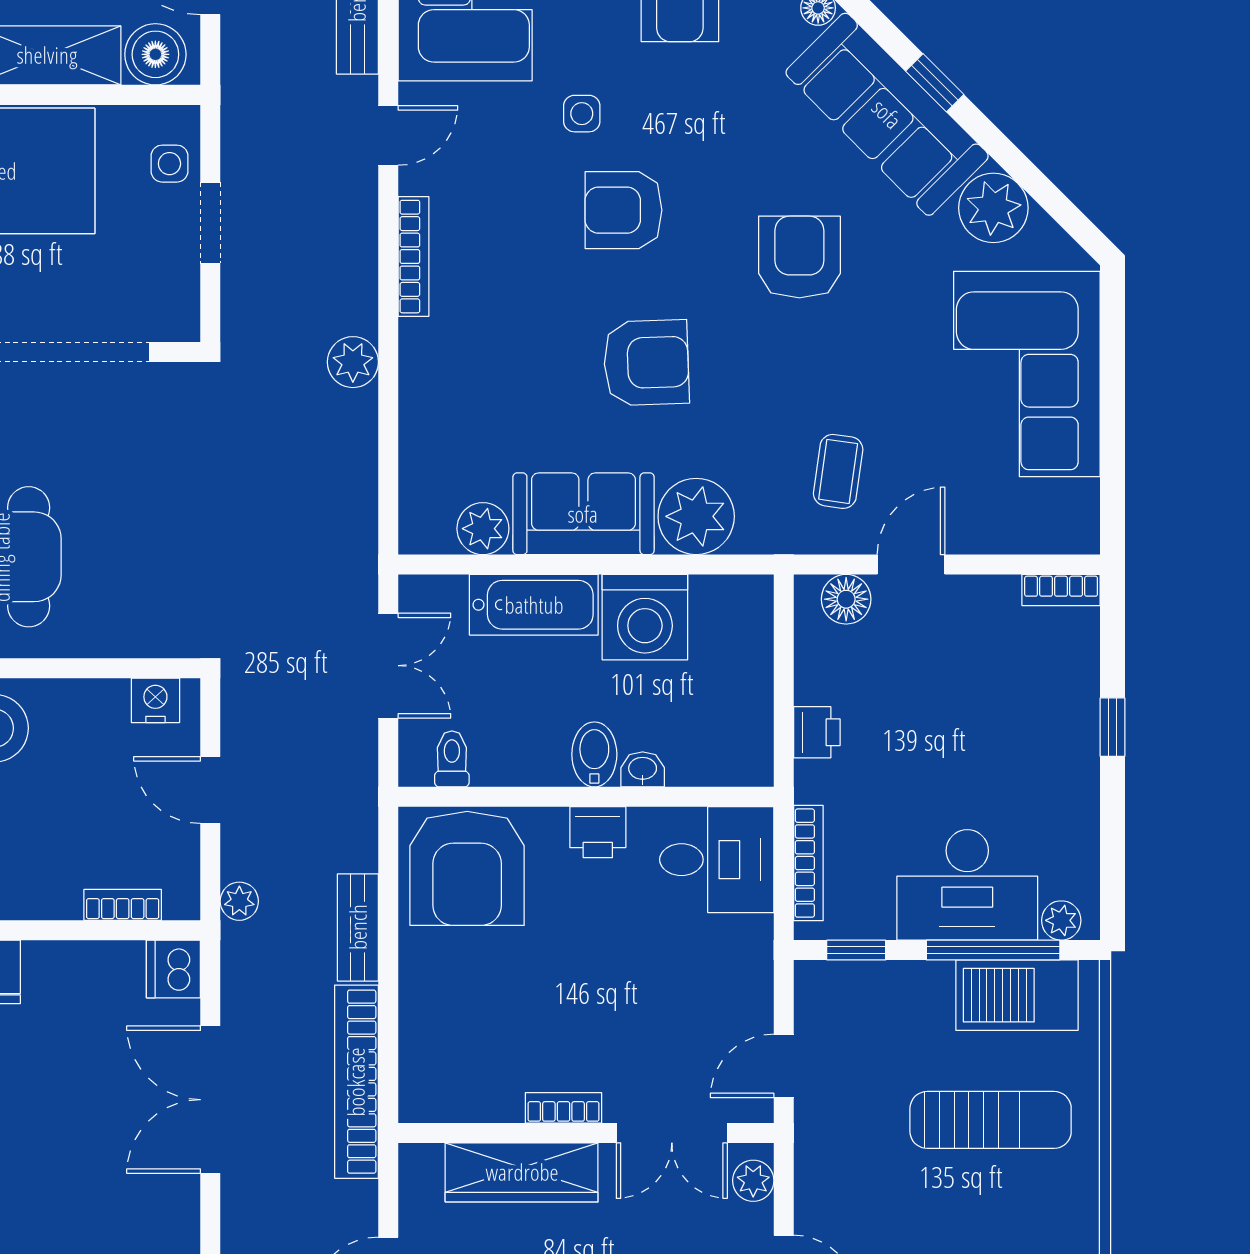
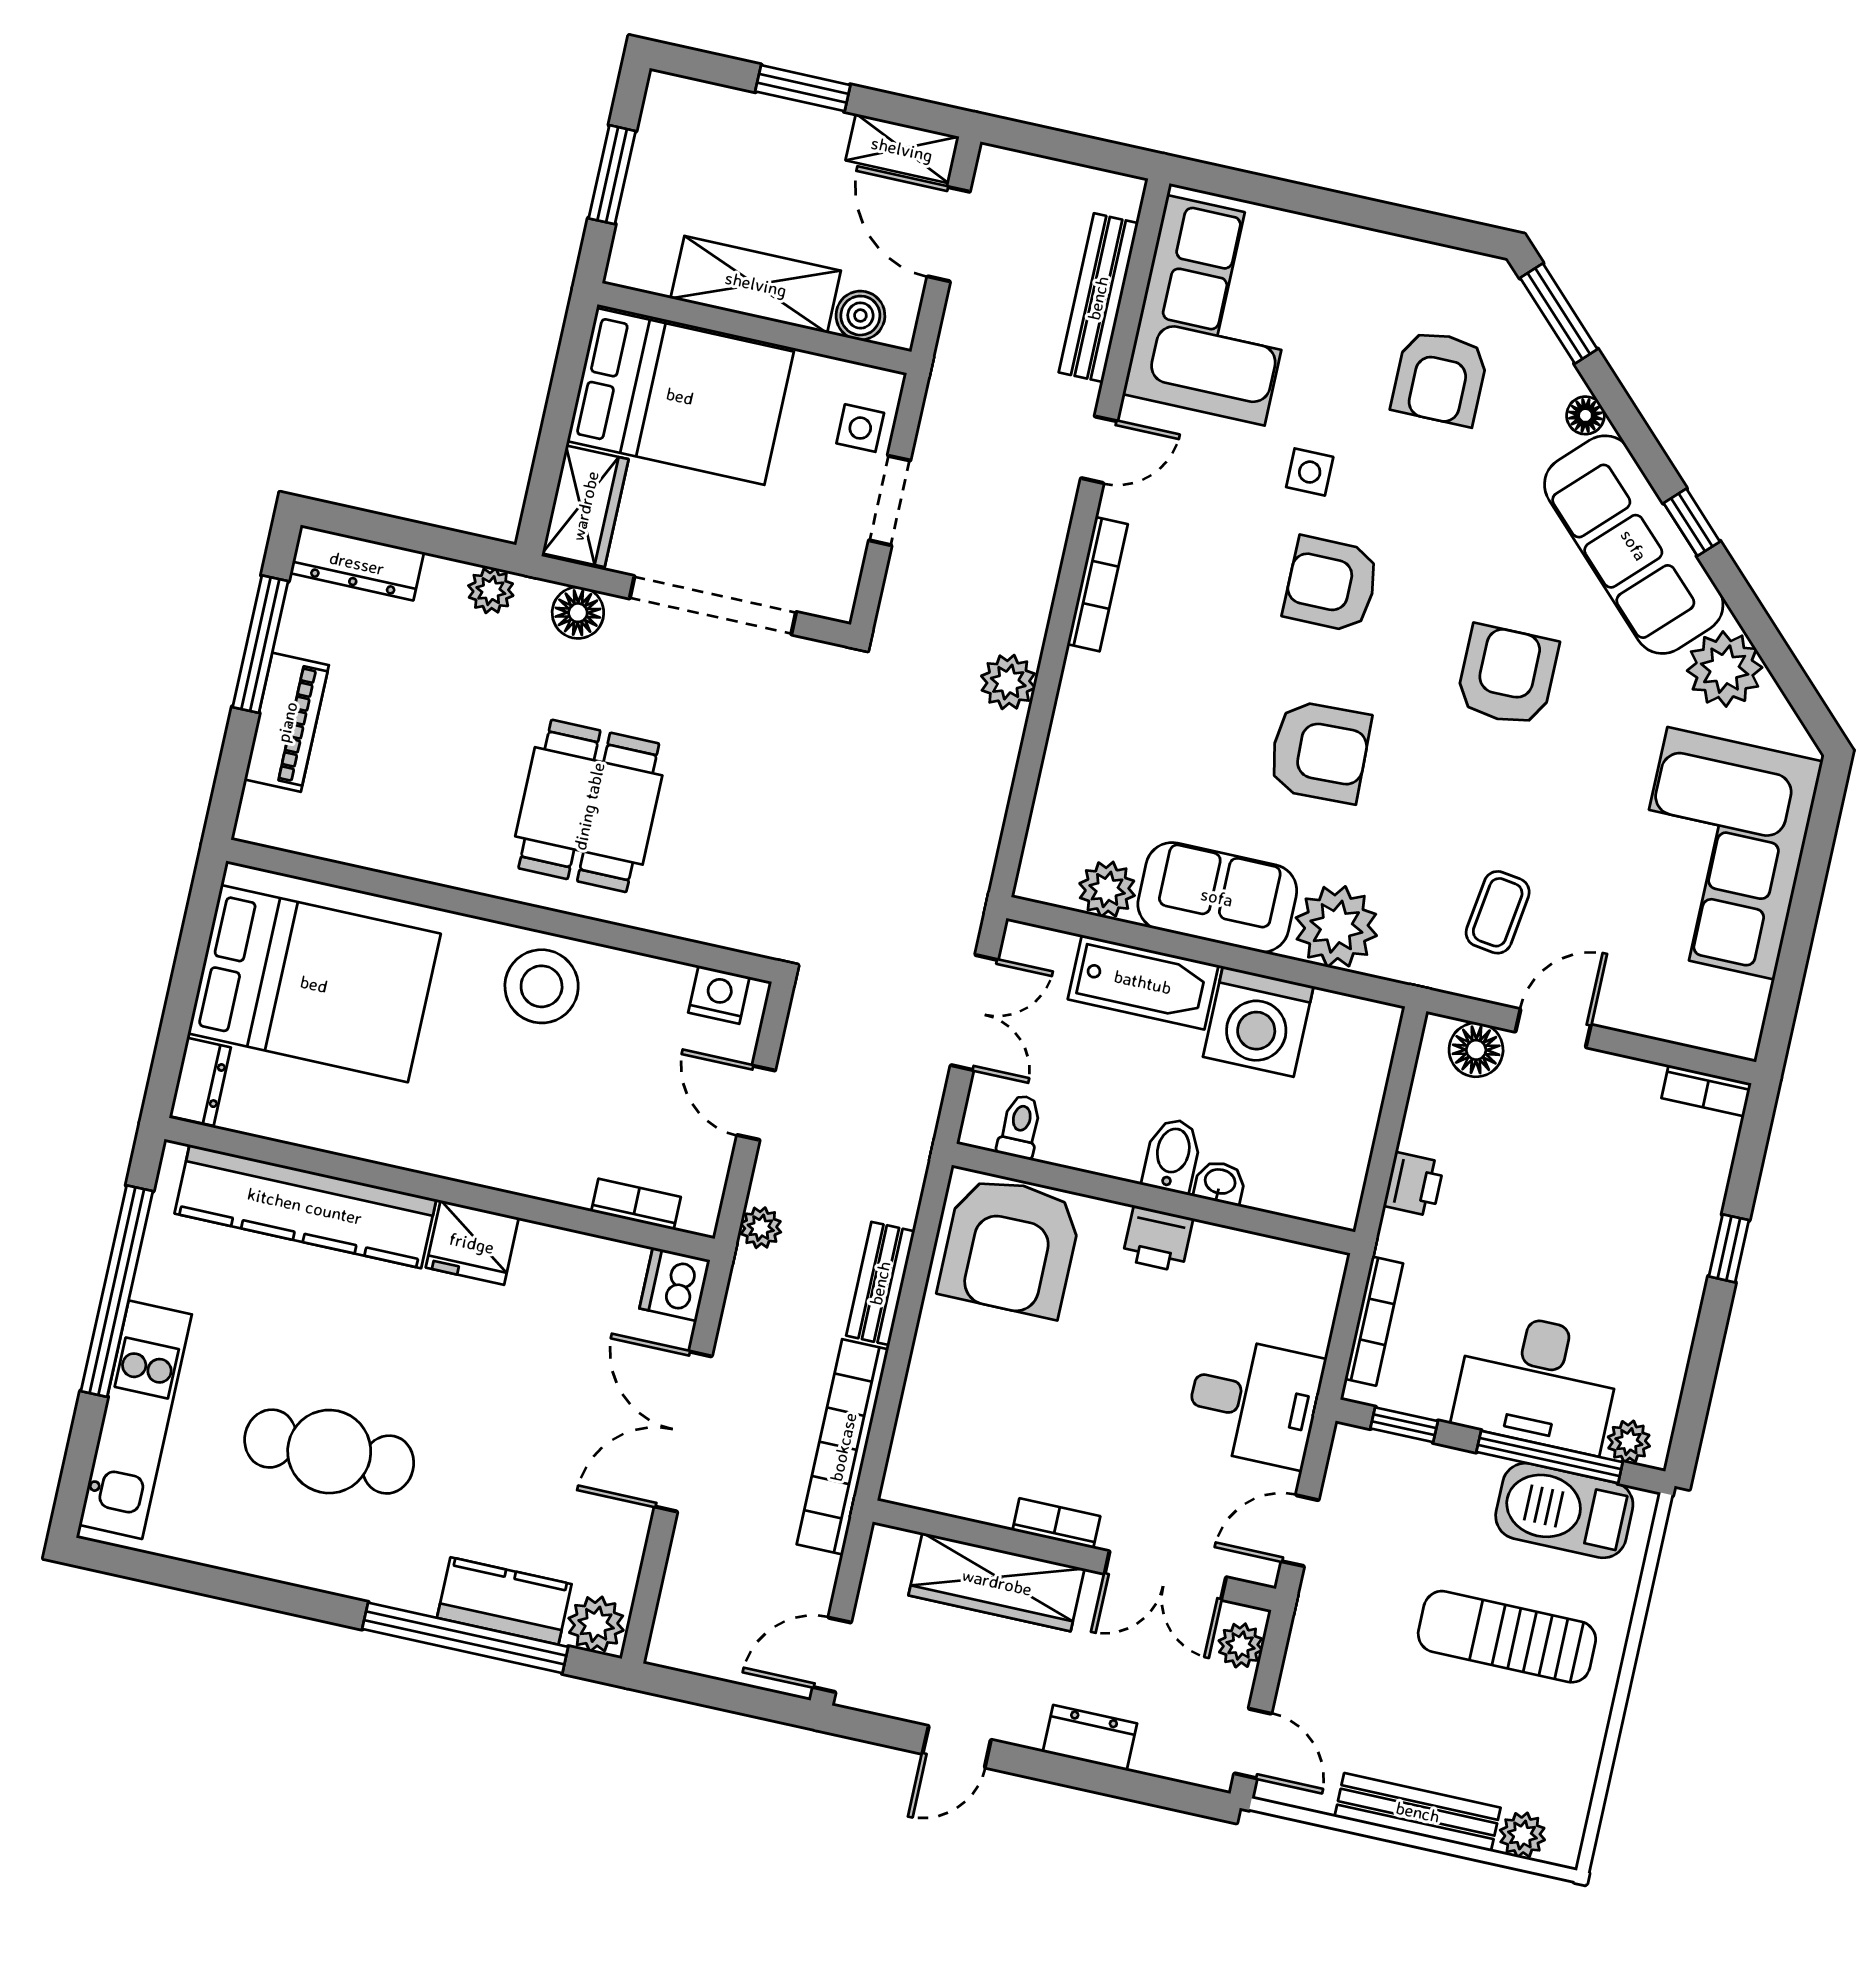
boiler: (155, 54) -> (860, 316), width x0.73, depth x0.73
desk: (717, 860) -> (1254, 1402), moved
sun lounger: (991, 1120) -> (1507, 1637), turned 180

